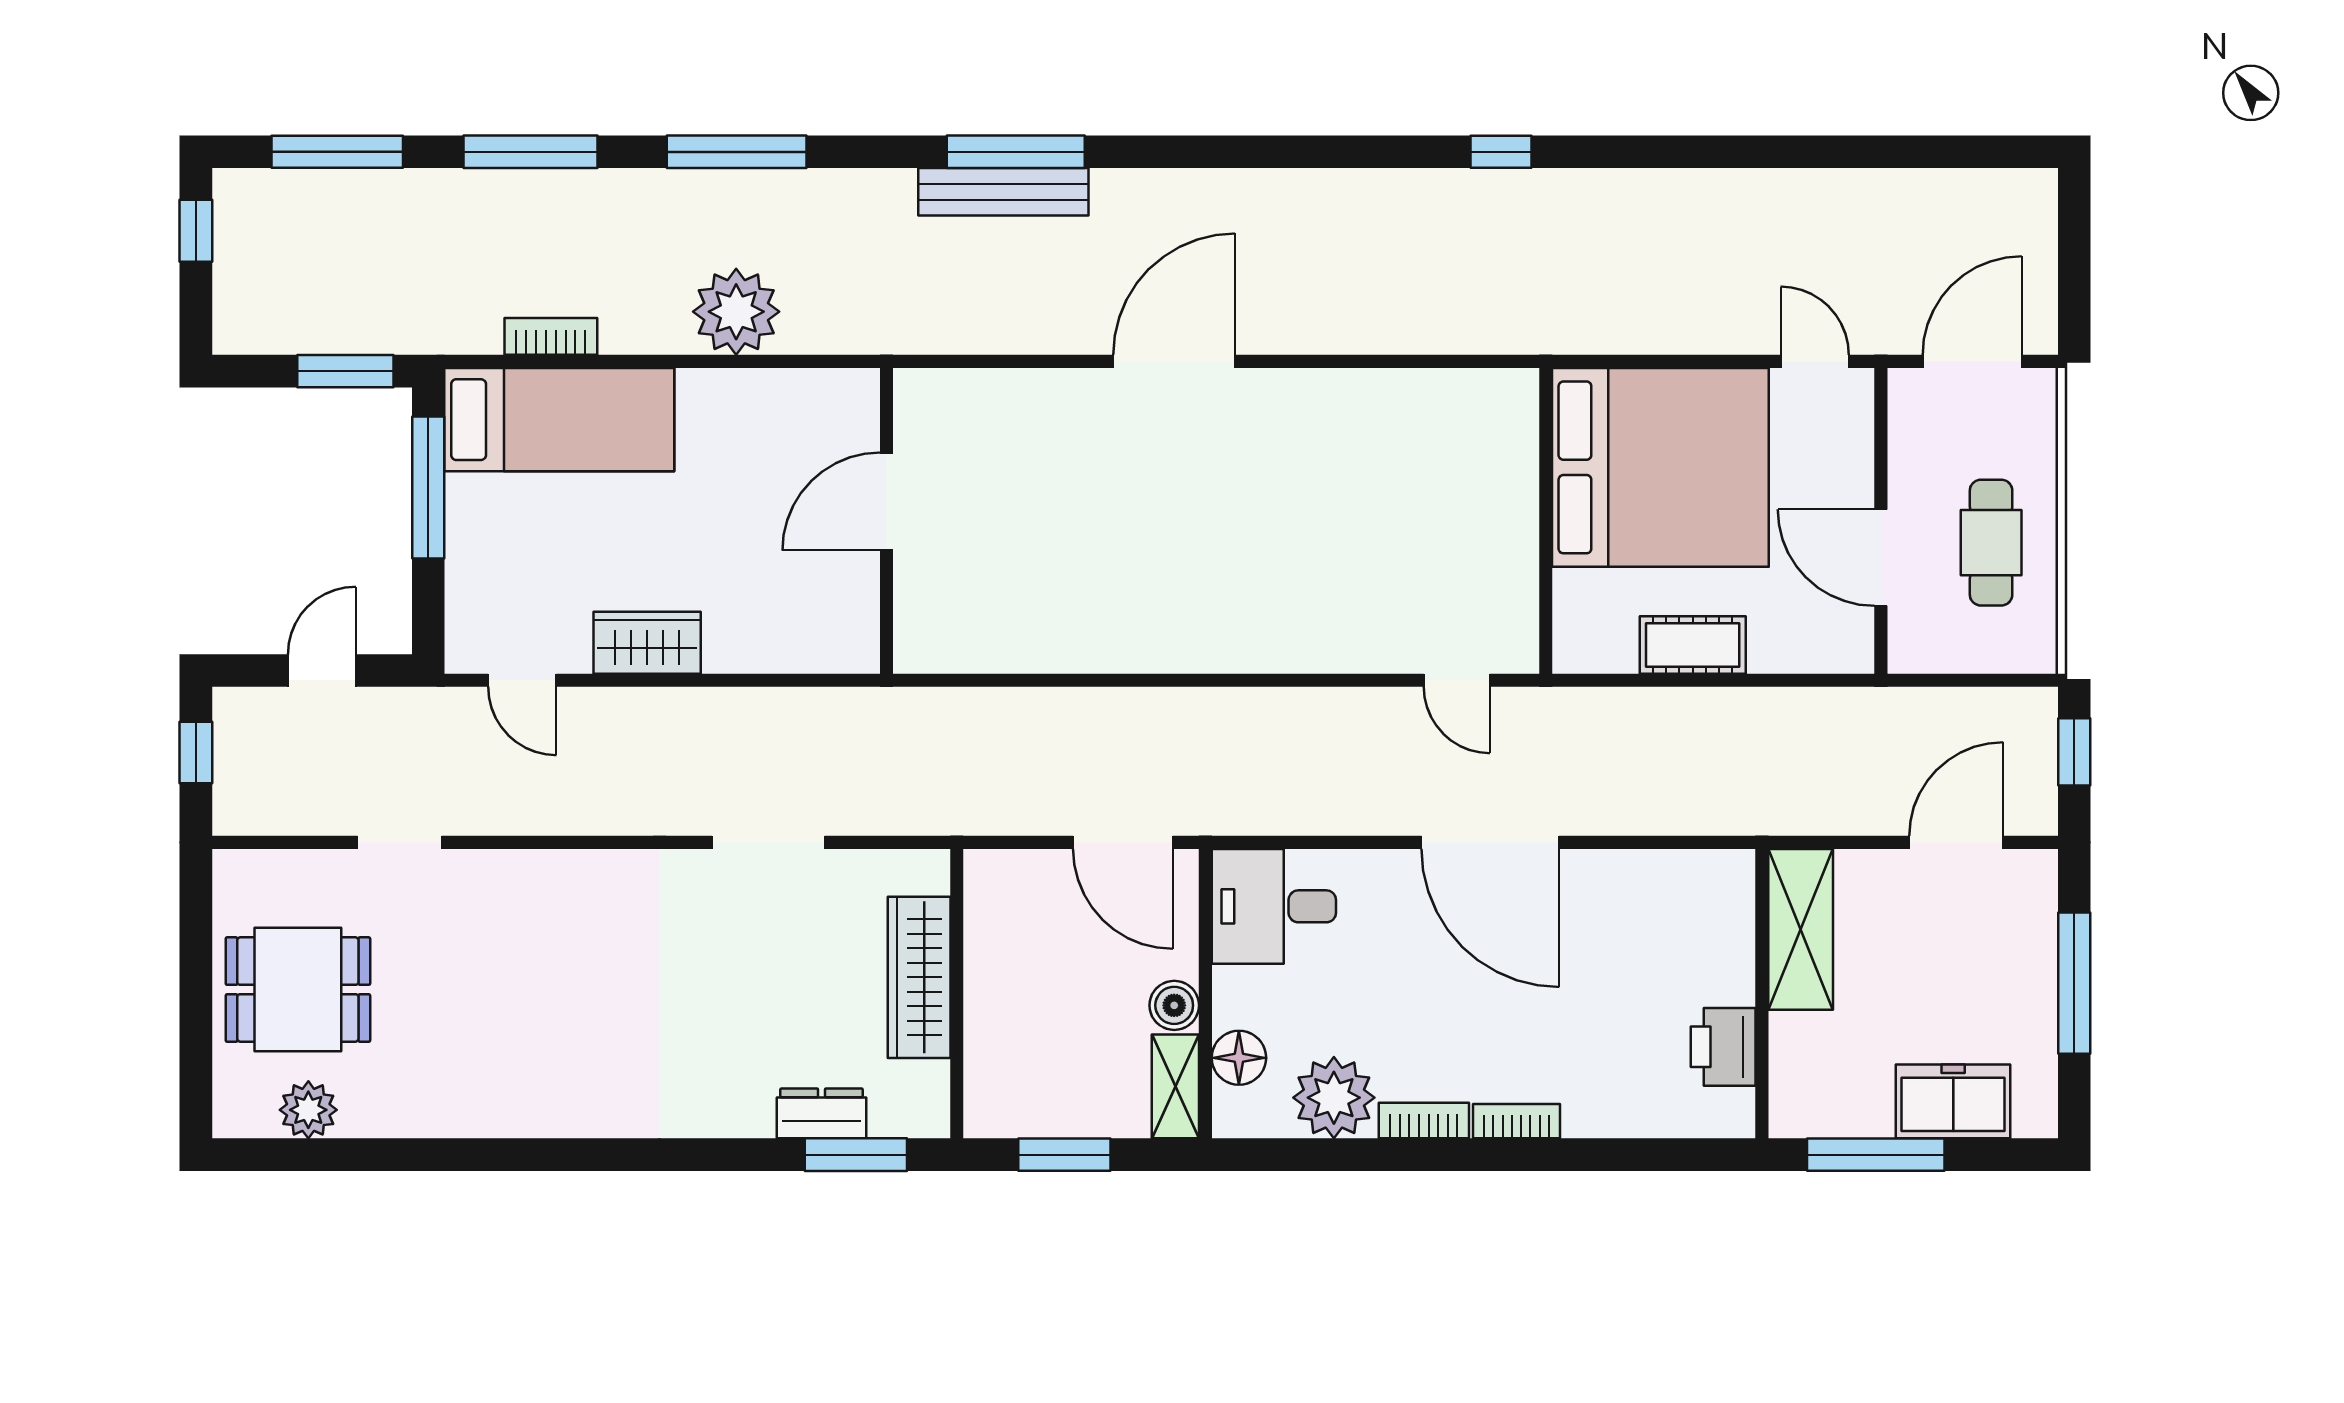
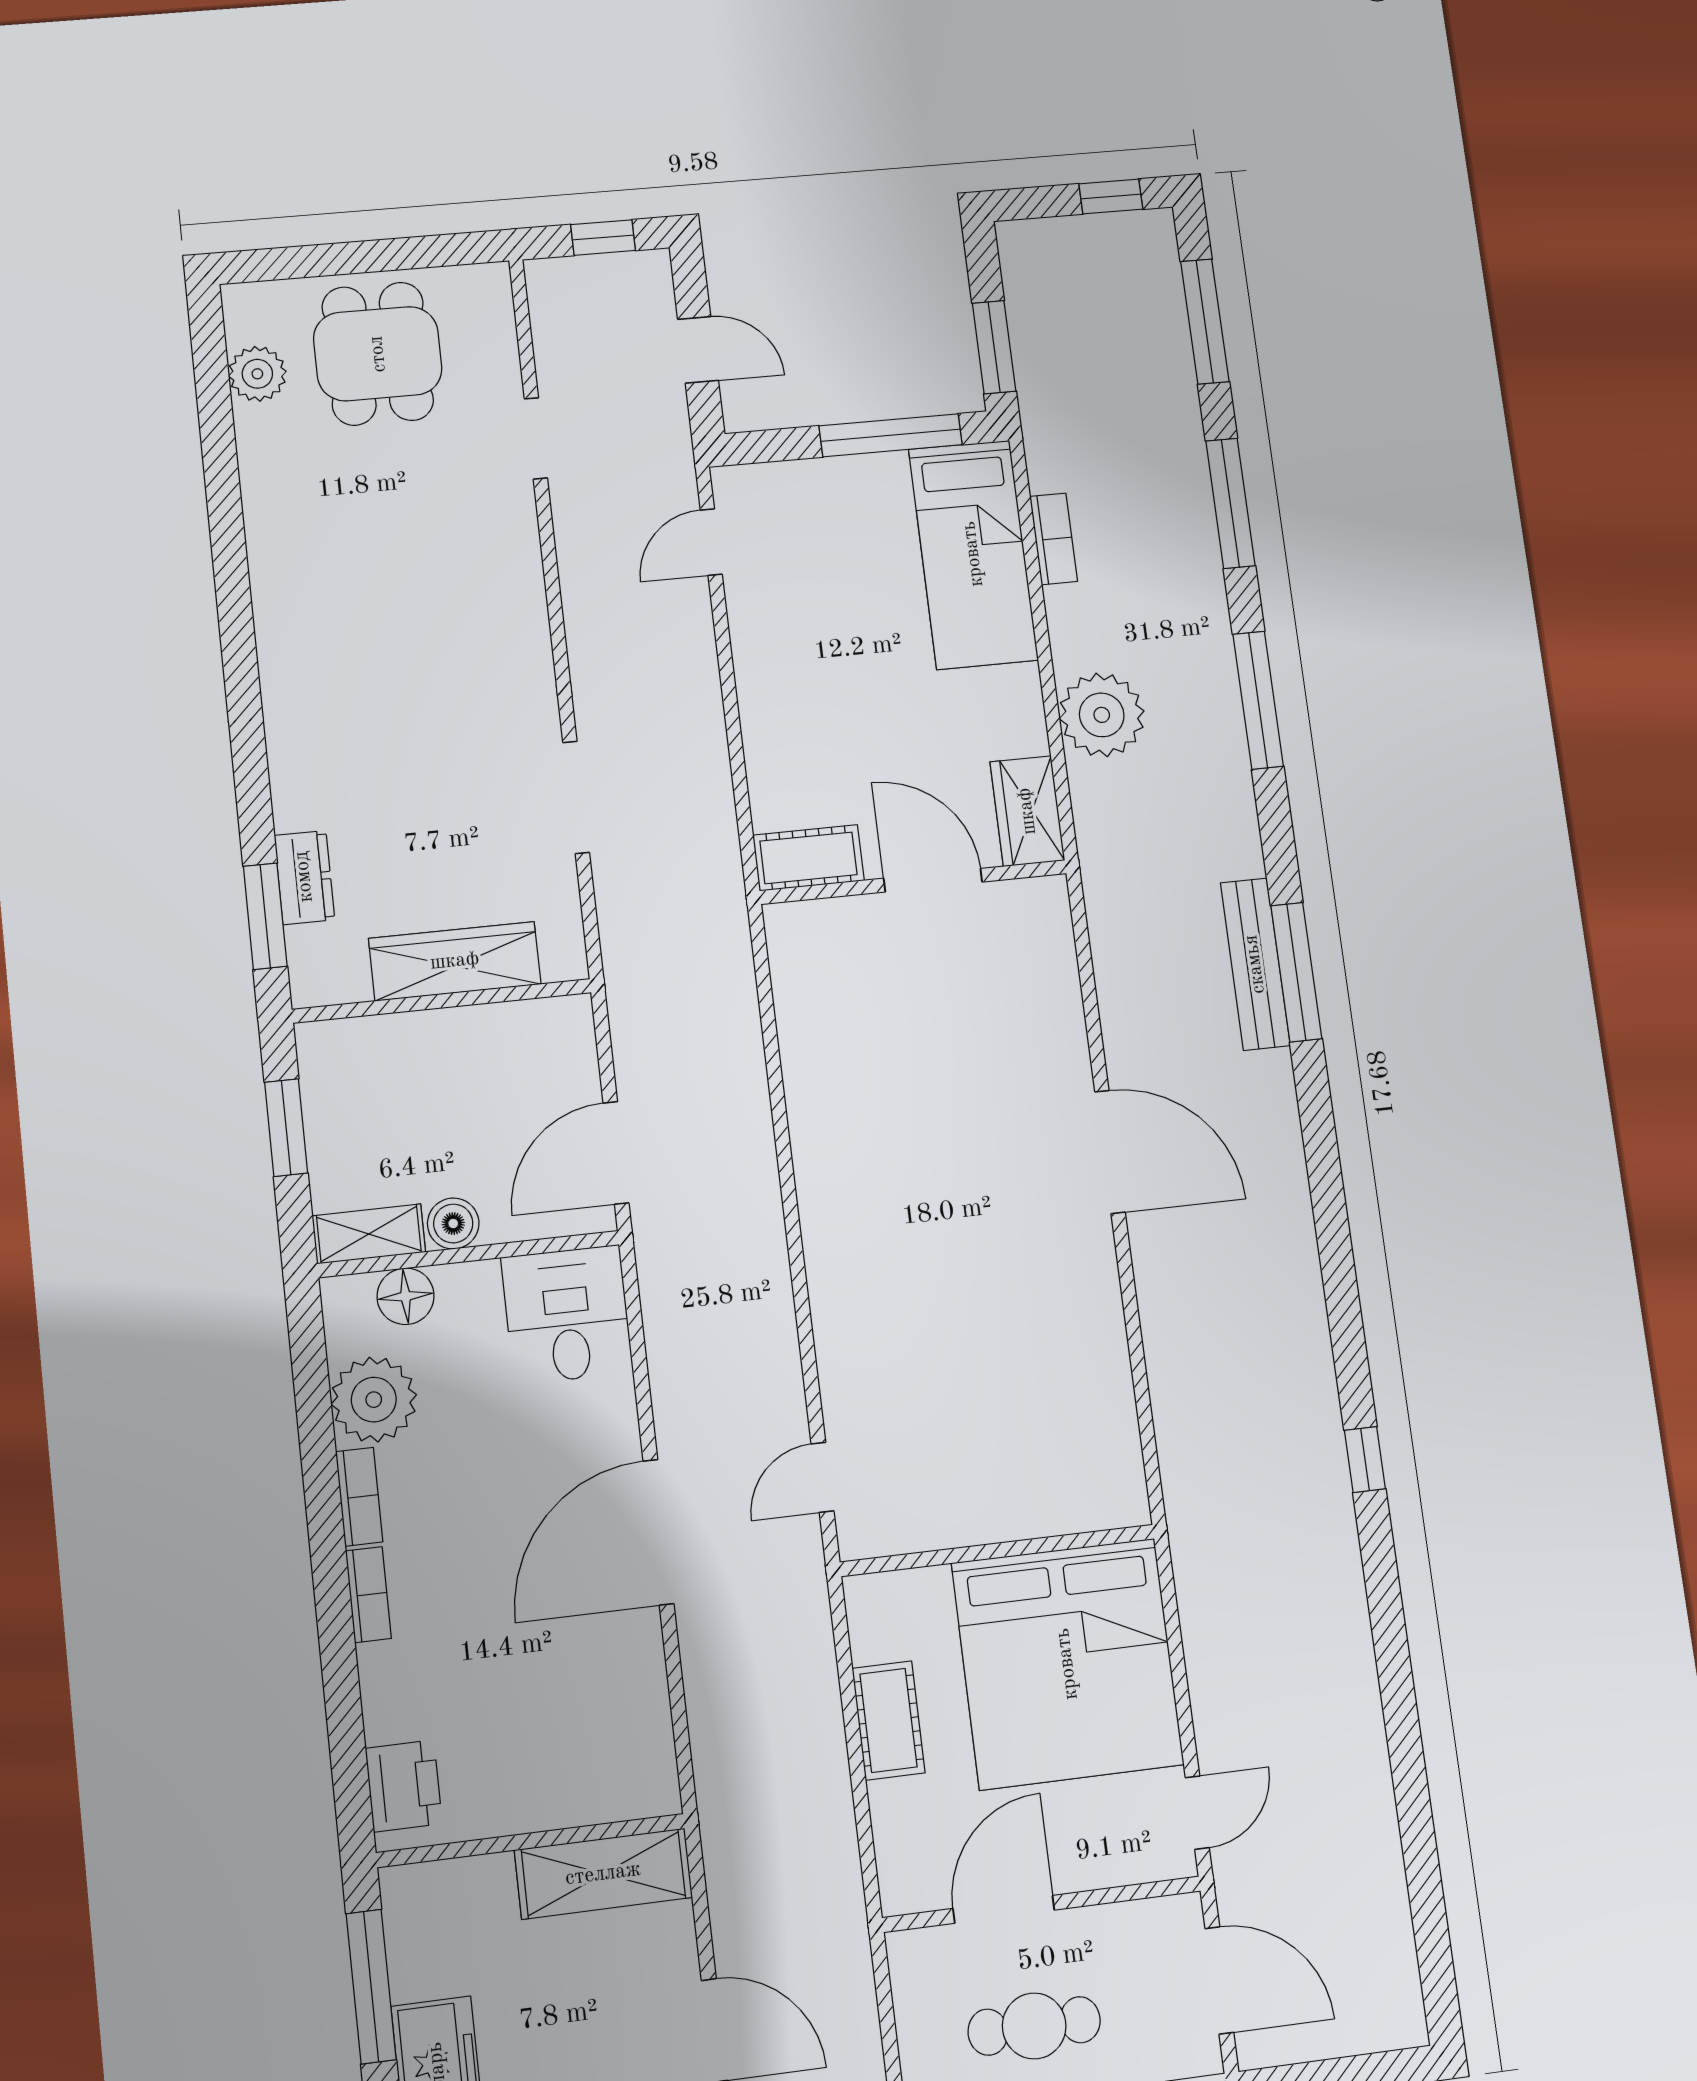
cot: (852, 622) -> (809, 858), added
wardrobe: (647, 643) -> (1027, 811), moved, turned 180
printer: (1723, 1047) -> (404, 1786), moved, turned 90

